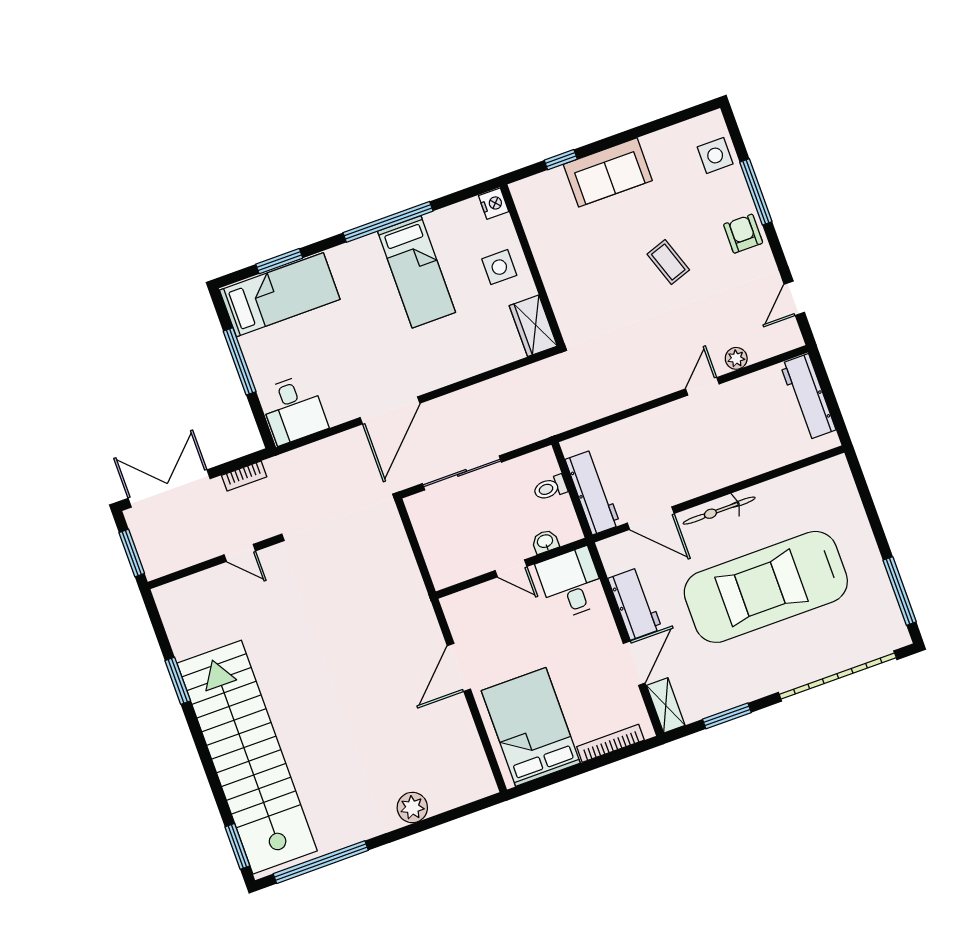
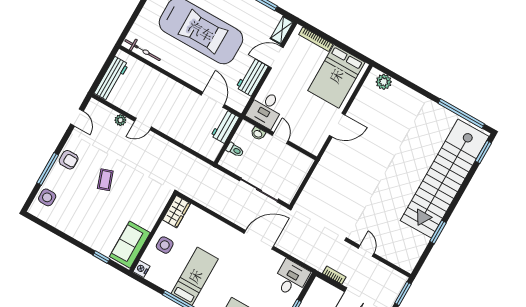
sofa: (608, 172) -> (130, 245), moved, turned -90
armchair: (743, 234) -> (69, 160), turned -90
door: (794, 298) -> (77, 117), hinge flipped
workbench: (593, 492) -> (225, 127), width x0.73
bicycle: (719, 511) -> (143, 50), moved
plant: (412, 808) -> (384, 82), moved

